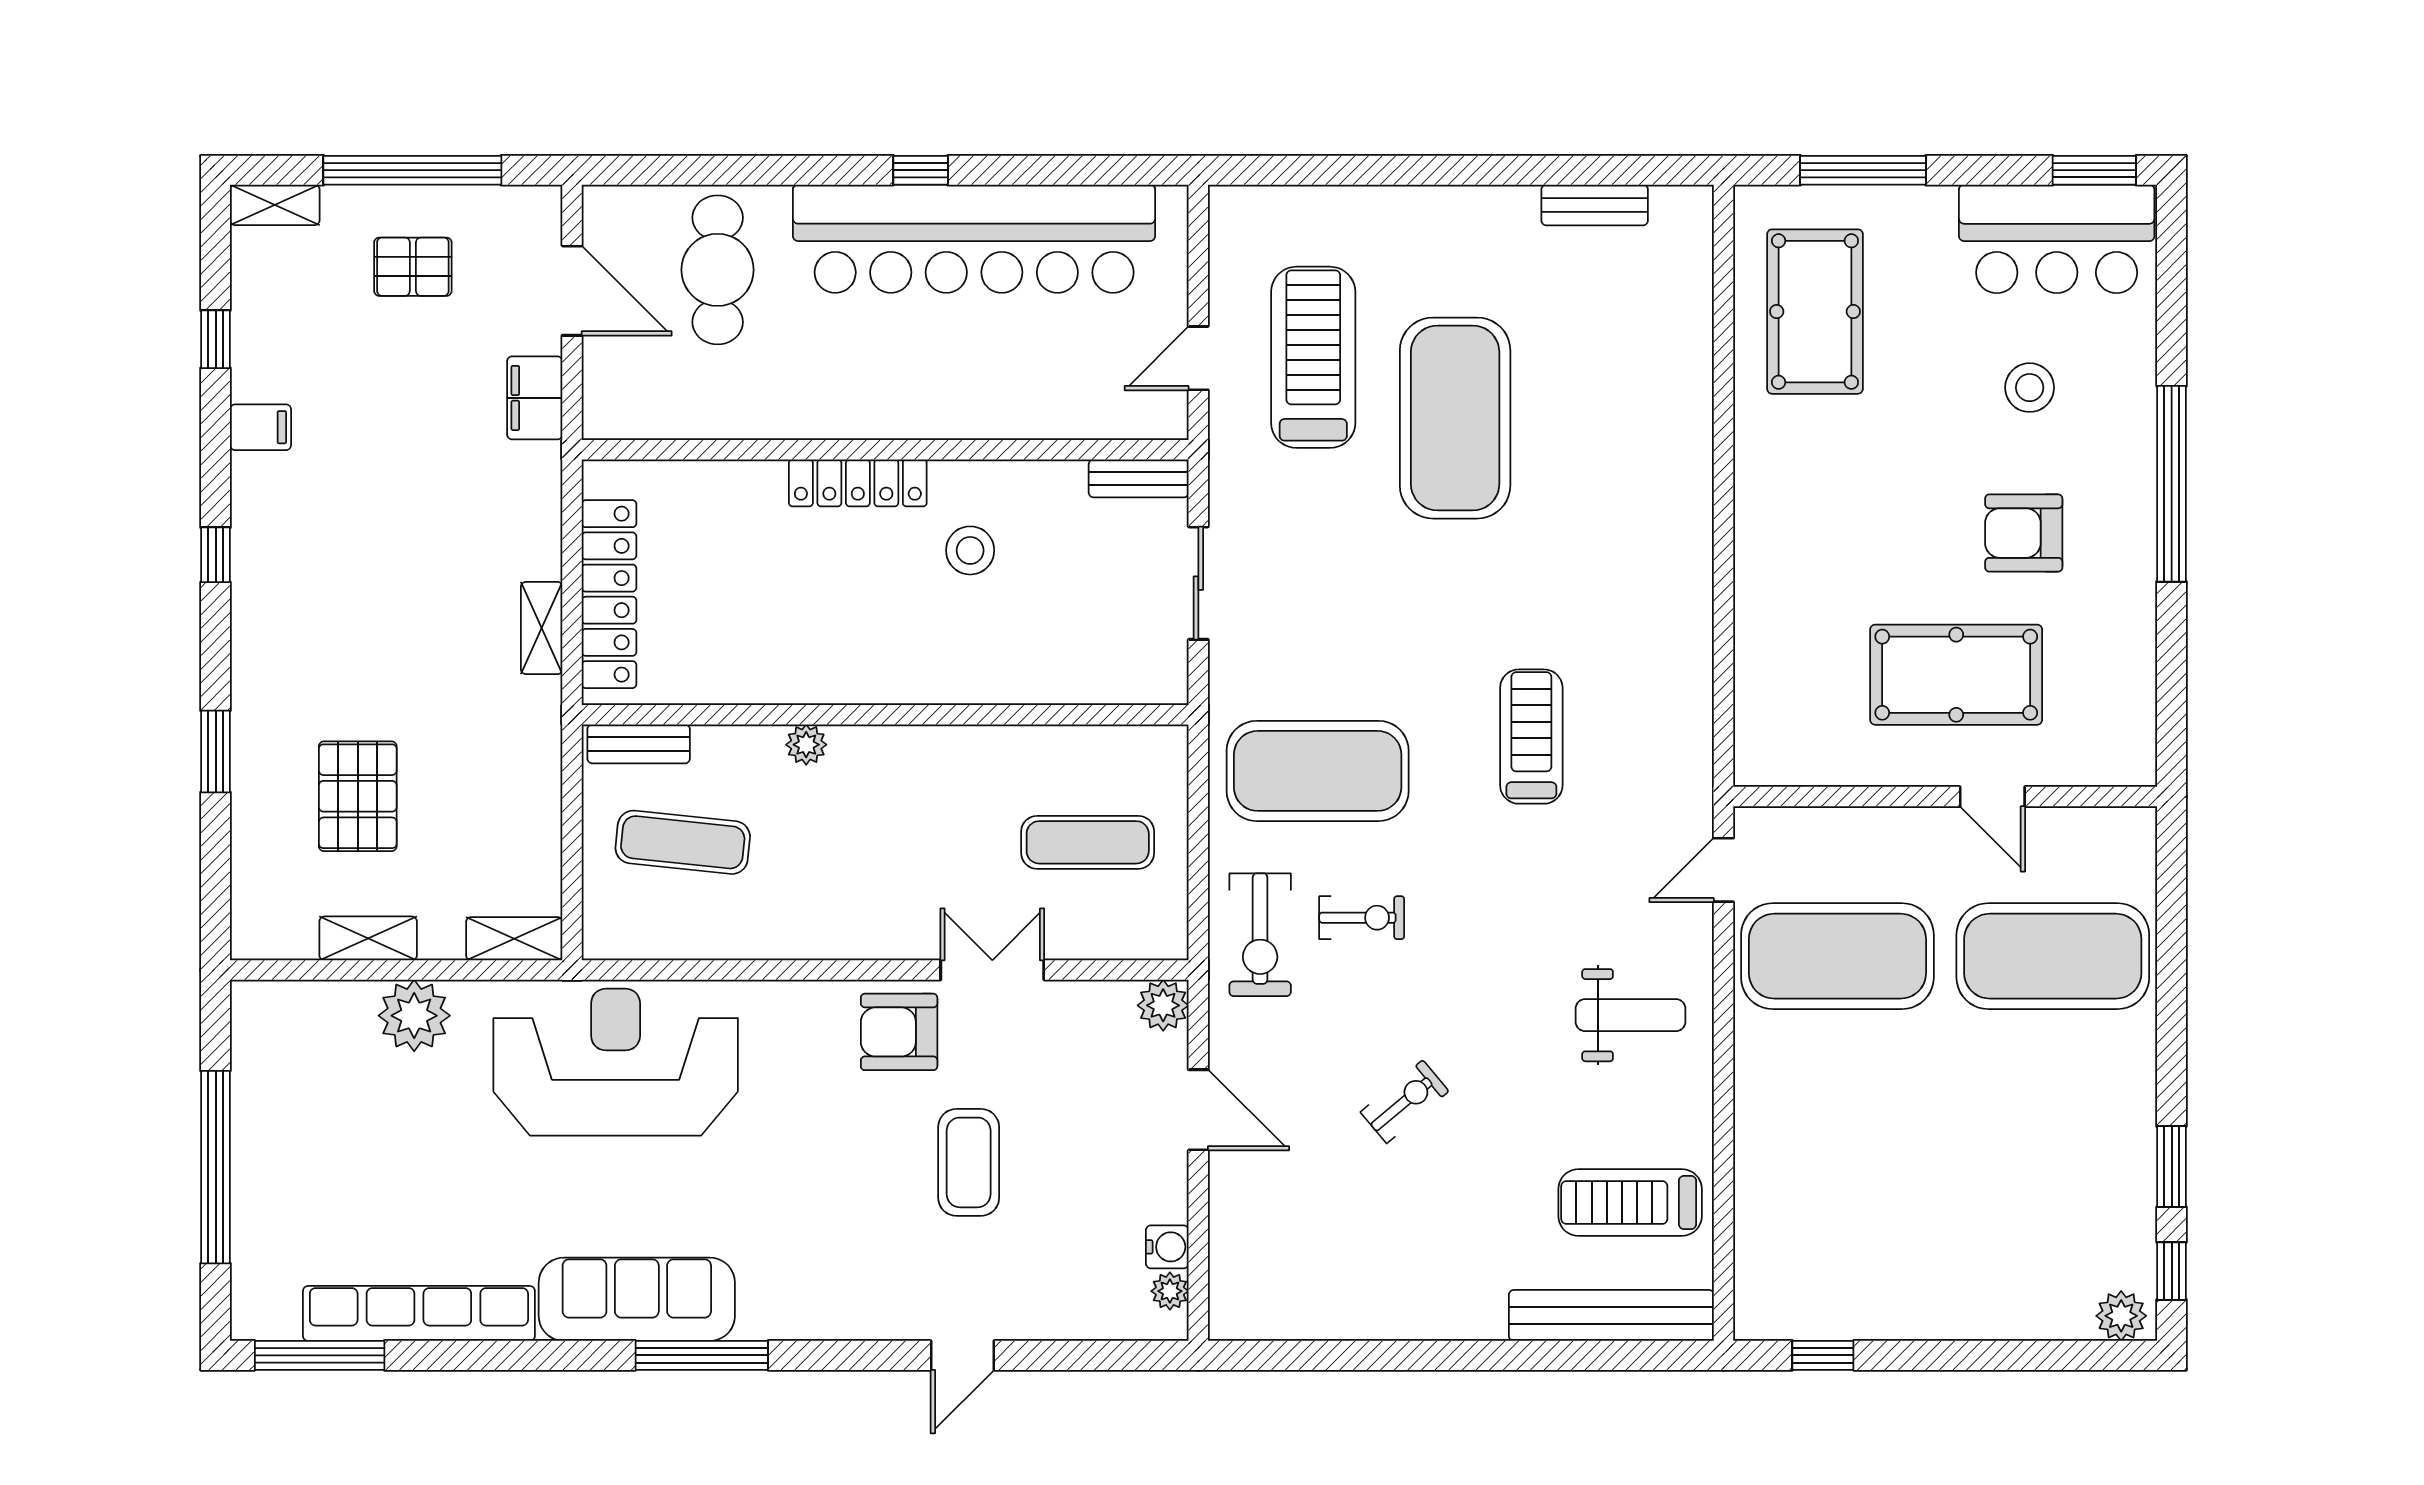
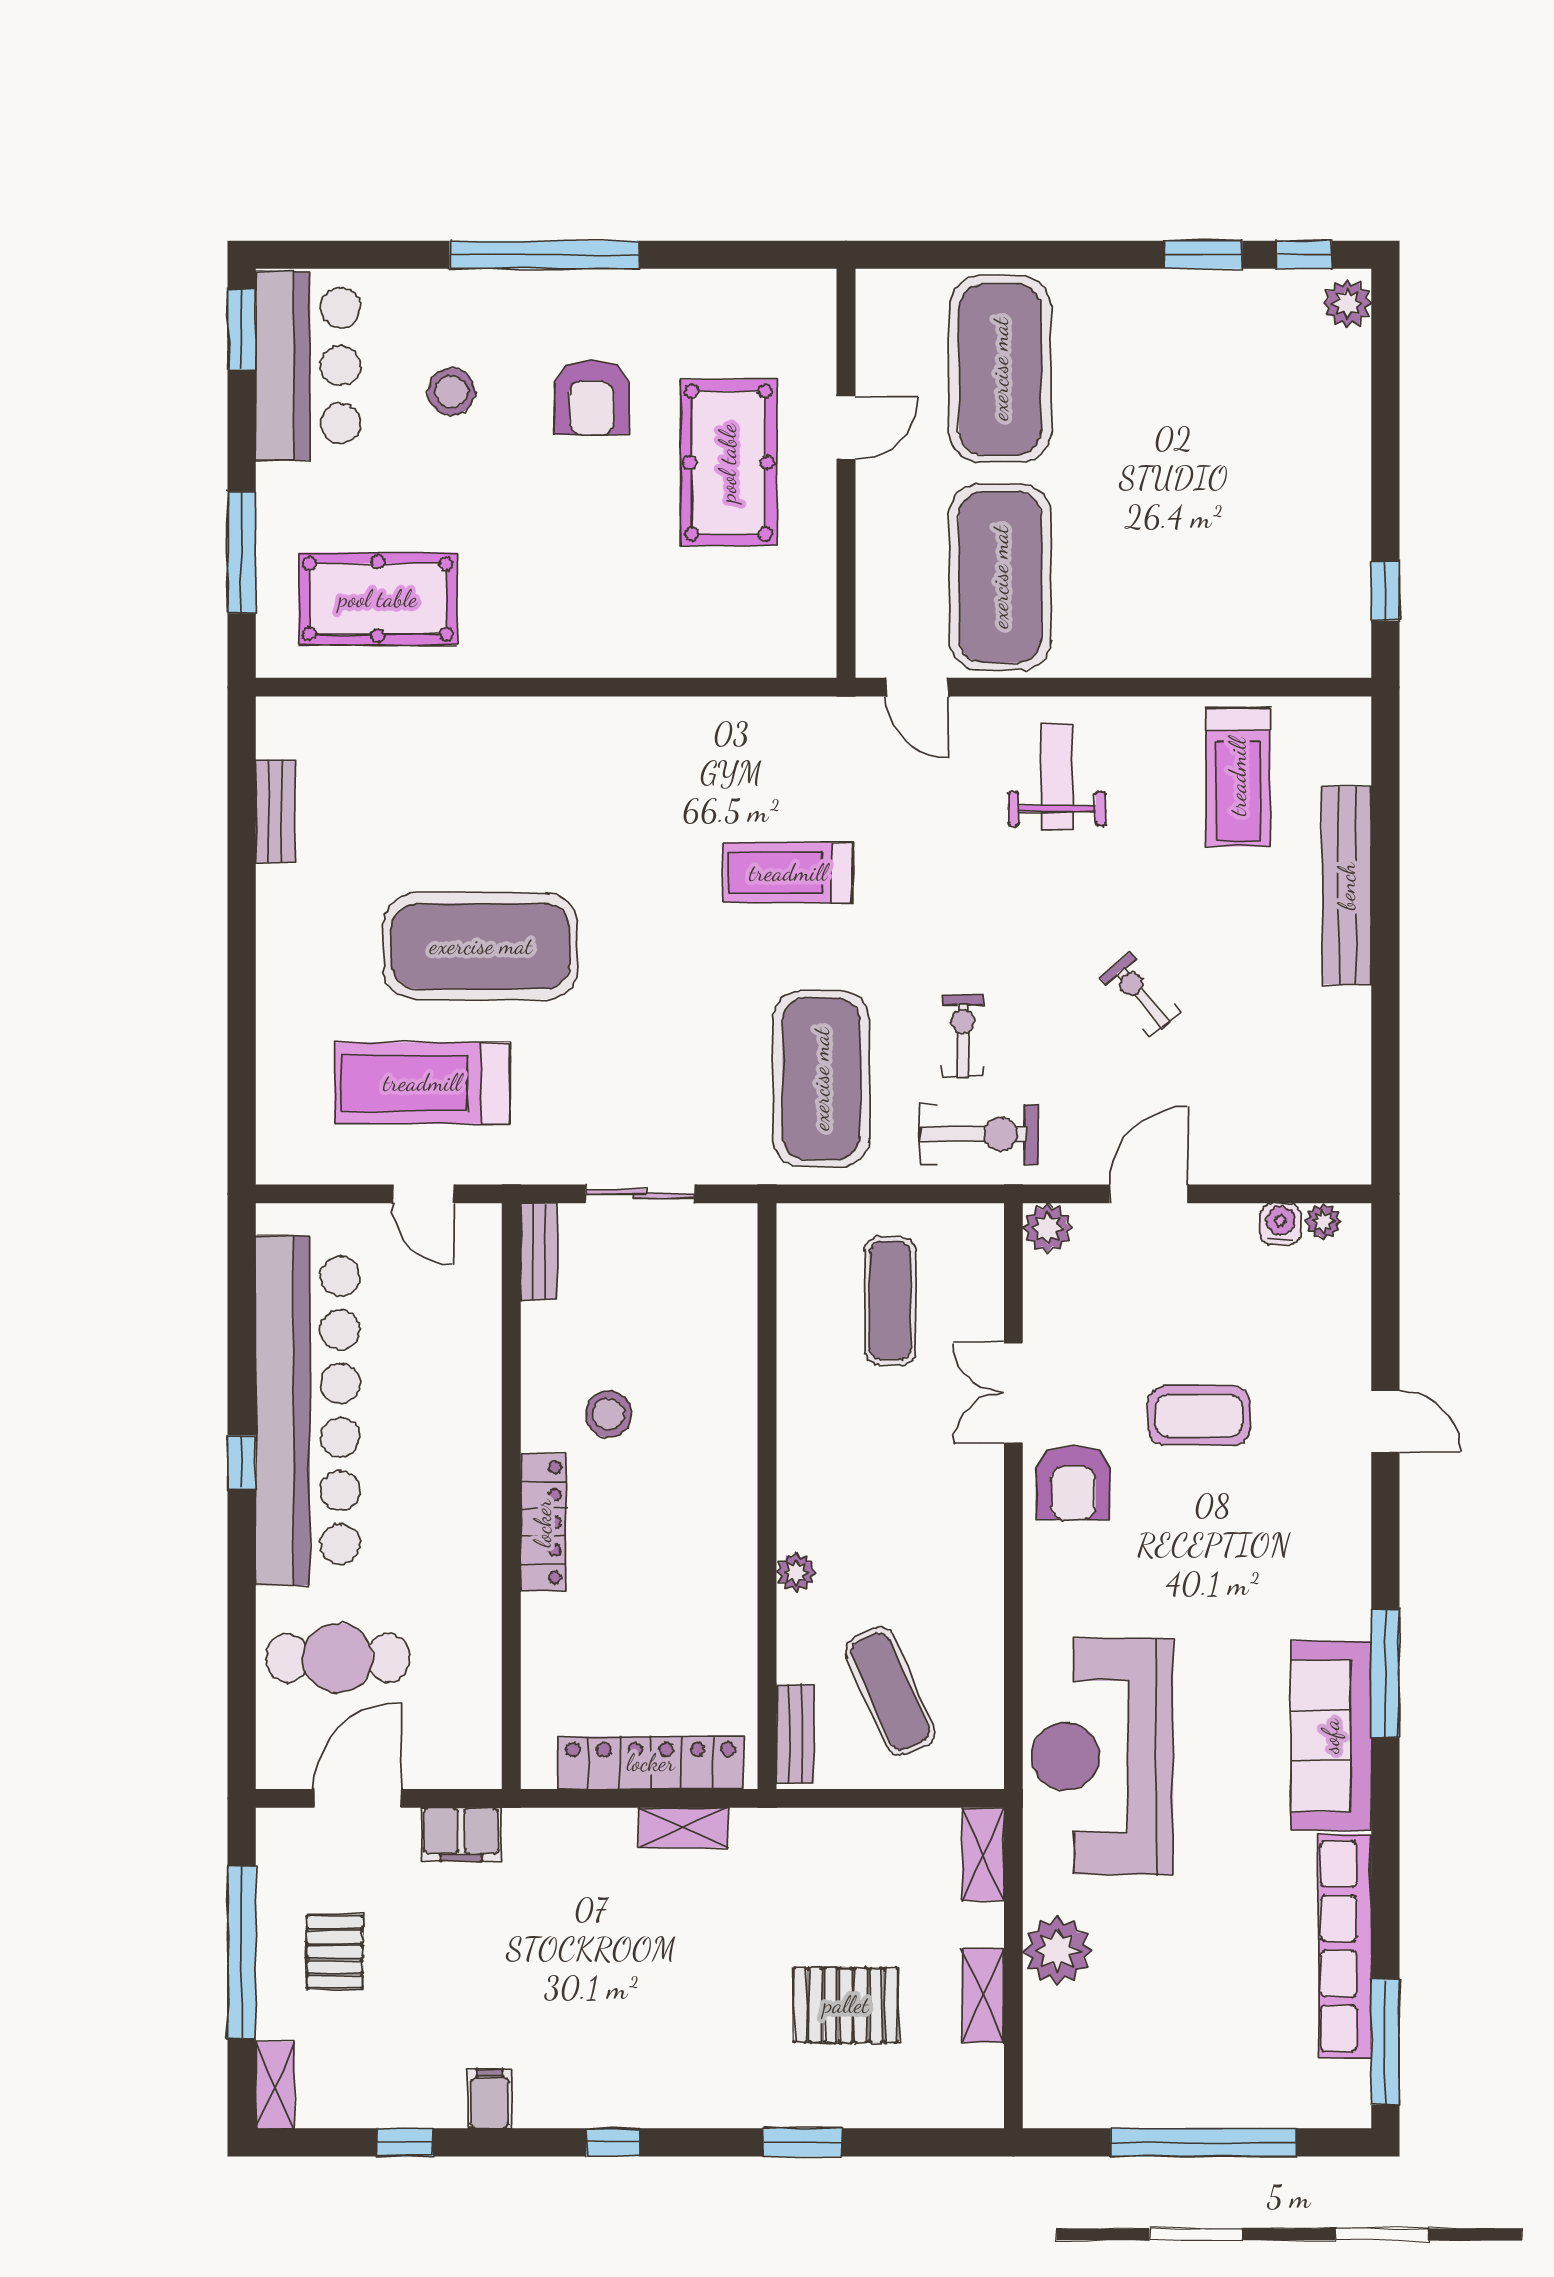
exercise mat: (683, 842) -> (890, 1692), turned -30
bench: (1611, 1315) -> (1347, 886), moved

